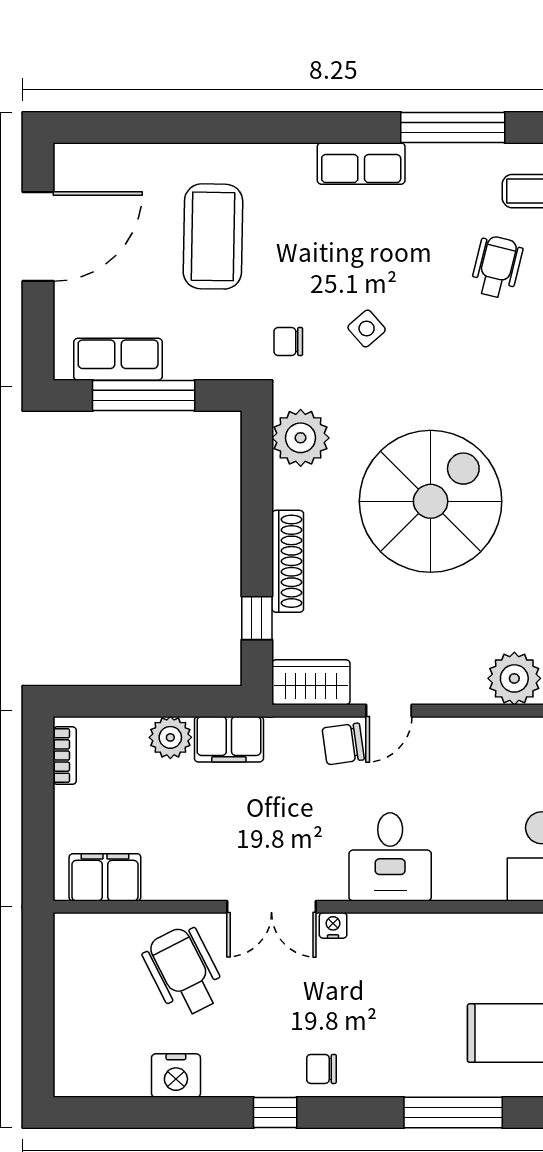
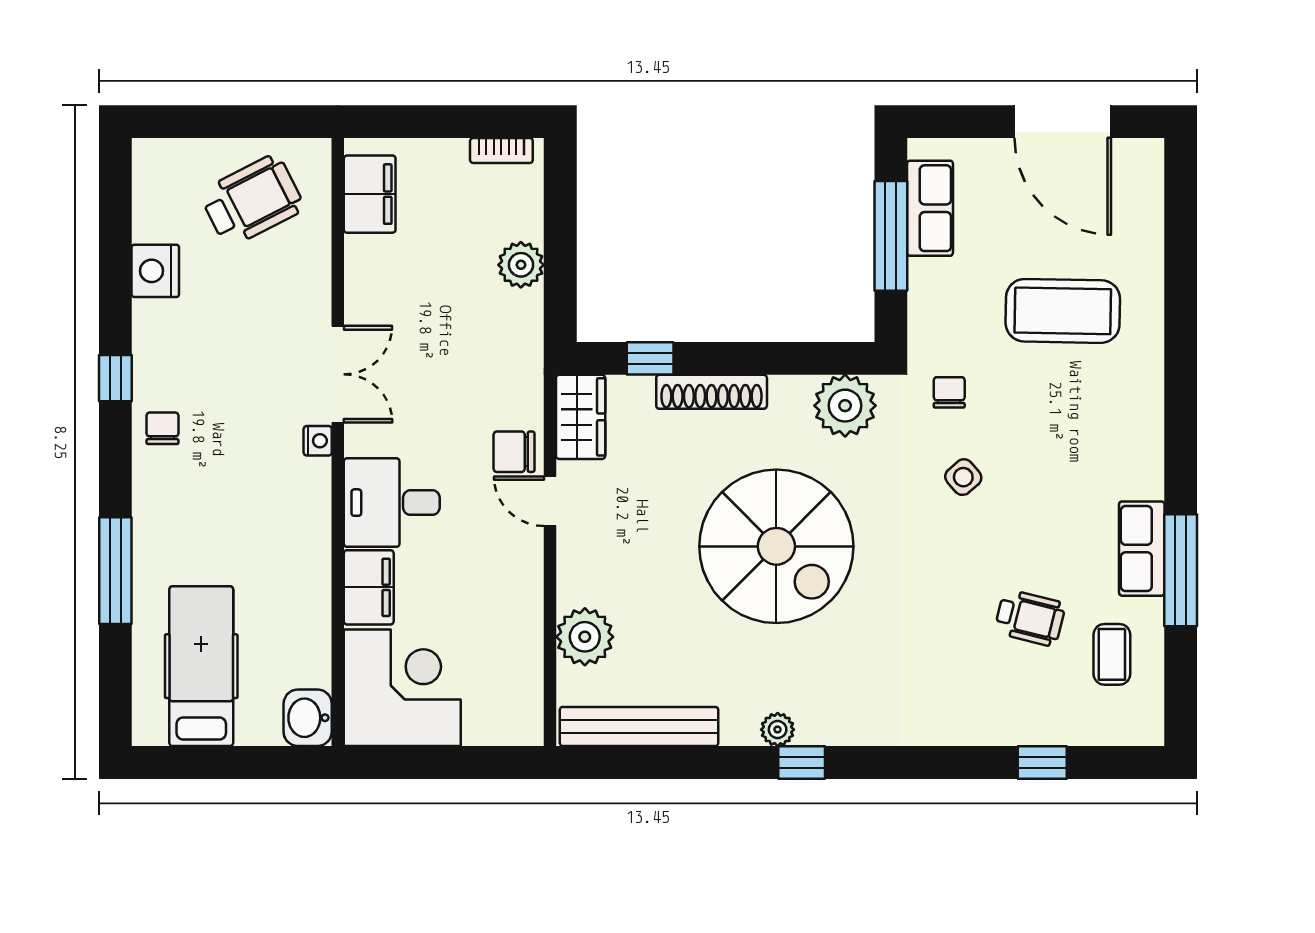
row of seats: (361, 164) -> (1142, 549), moved
filing cabinet: (229, 739) -> (369, 587), moved, turned 180
chair: (343, 744) -> (514, 452), turned -82
double door: (271, 907) -> (338, 374), swing flipped
wheelchair: (184, 971) -> (252, 201), moved

